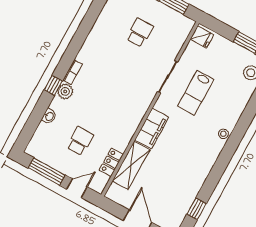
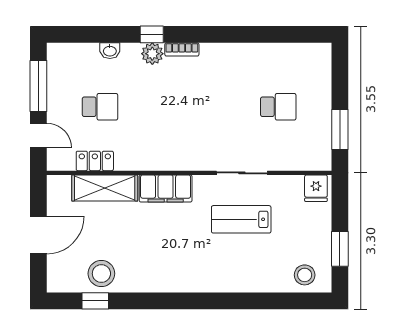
stool: (223, 134) -> (101, 274), moved, width x1.89, depth x1.89

